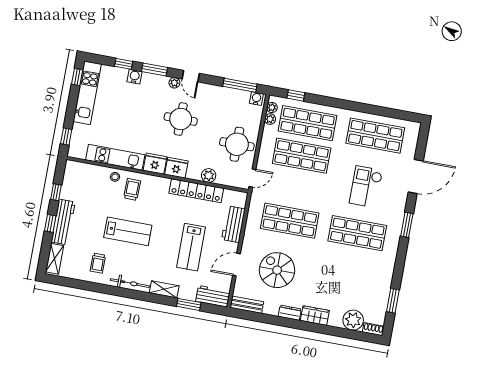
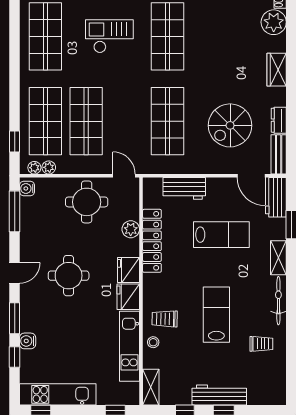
plant: (174, 83) -> (26, 291), removed
checkout: (366, 187) -> (109, 36), turned 180
shelving: (55, 259) -> (151, 387), moved, turned 90
door: (236, 264) -> (251, 176), moved
dresser: (290, 313) -> (279, 120), moved

